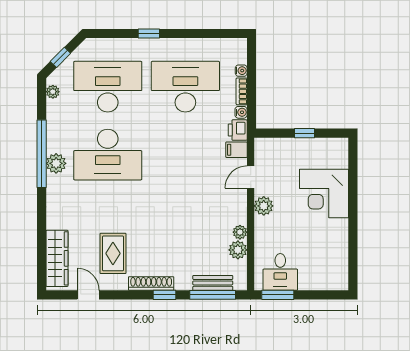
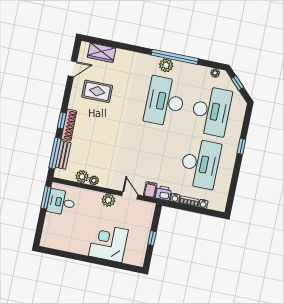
wardrobe: (57, 258) -> (102, 53), width x0.67
shoe rack: (151, 283) -> (69, 125), moved

